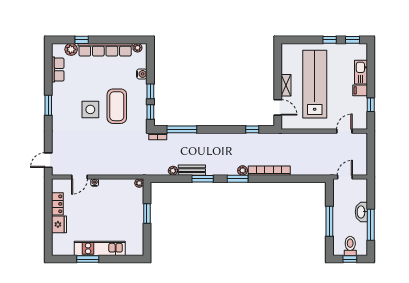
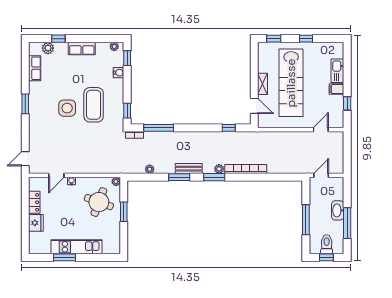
window: (352, 40) -> (274, 39), moved
row of seats: (105, 50) -> (82, 48), width x0.50
lab bench: (315, 84) -> (291, 83), turned 180
window: (150, 91) -> (127, 58), moved
bench: (192, 170) -> (189, 169), moved
round table: (122, 204) -> (99, 202), added

